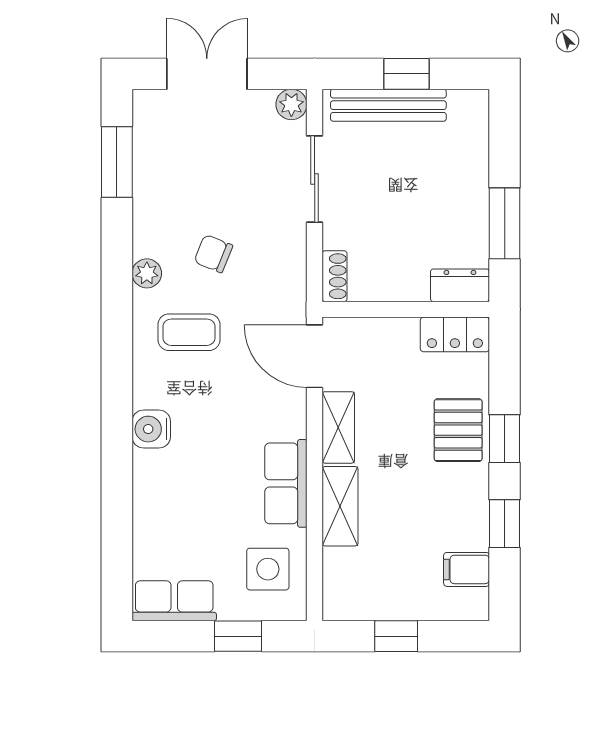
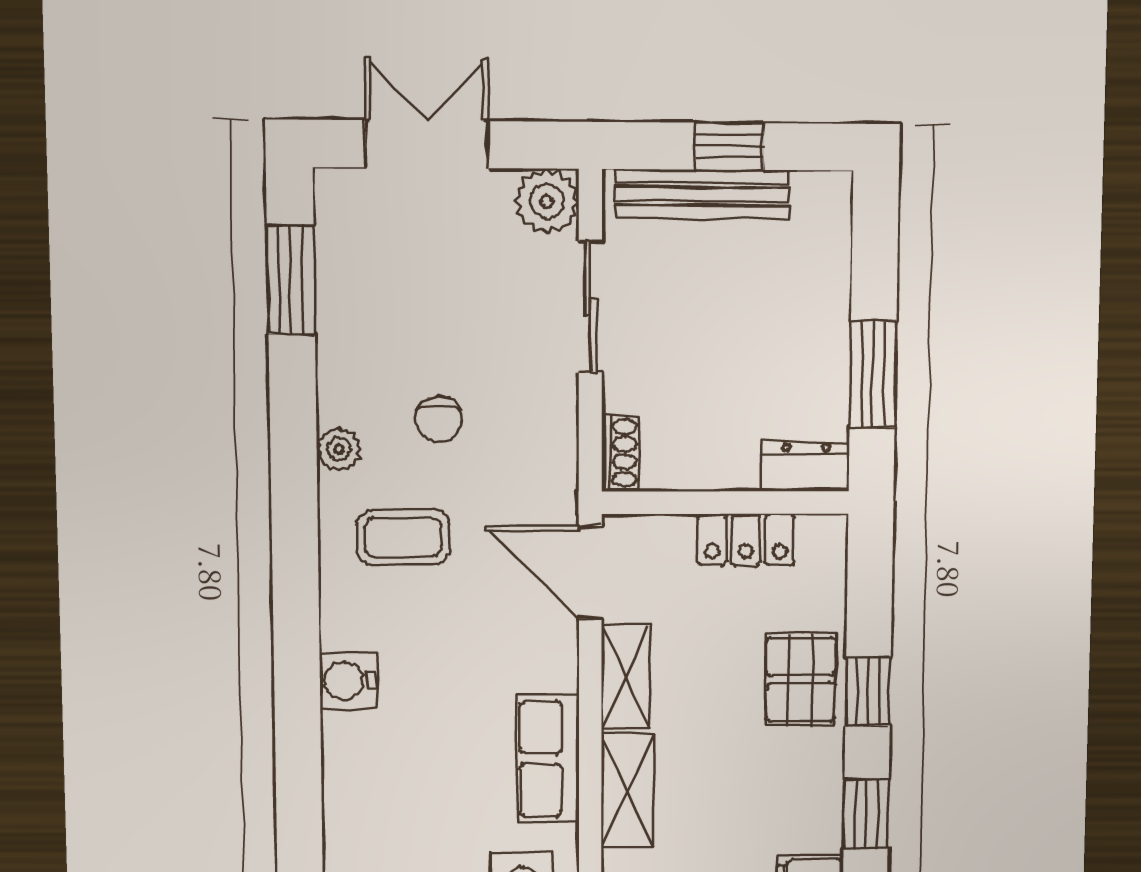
plant: (291, 104) -> (547, 201), width x1.38, depth x1.38
chair: (213, 254) -> (439, 419), turned -112
locker: (455, 334) -> (746, 540), moved

